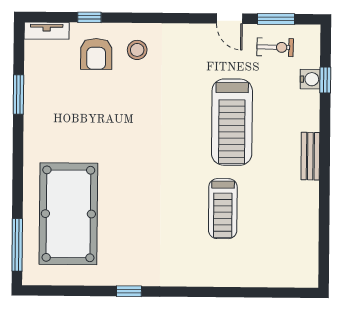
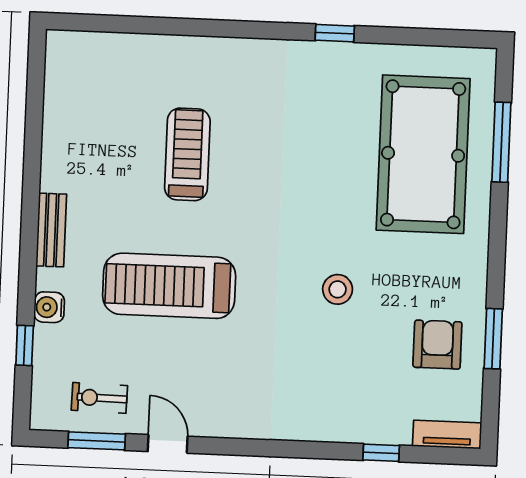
stool: (137, 50) -> (338, 289), moved
armchair: (96, 54) -> (437, 345), moved
water cooler: (310, 79) -> (49, 307), moved
treadmill: (232, 122) -> (169, 286), turned -90
window: (17, 245) -> (501, 142), moved

